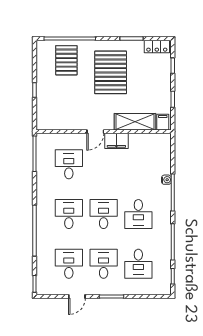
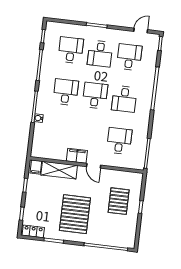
pallet: (66, 60) -> (119, 201), moved
door: (95, 132) -> (94, 166), swing flipped
desk: (69, 164) -> (119, 141), turned 180
desk: (104, 214) -> (95, 95), turned 180
desk: (69, 264) -> (129, 57), turned 180
door: (77, 297) -> (141, 30), moved

